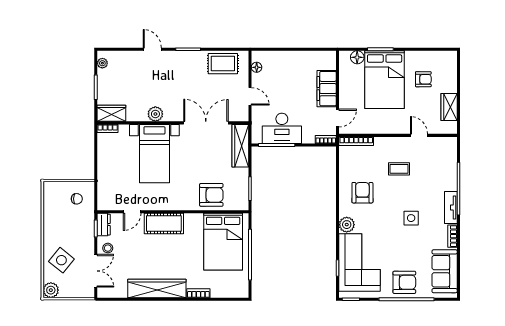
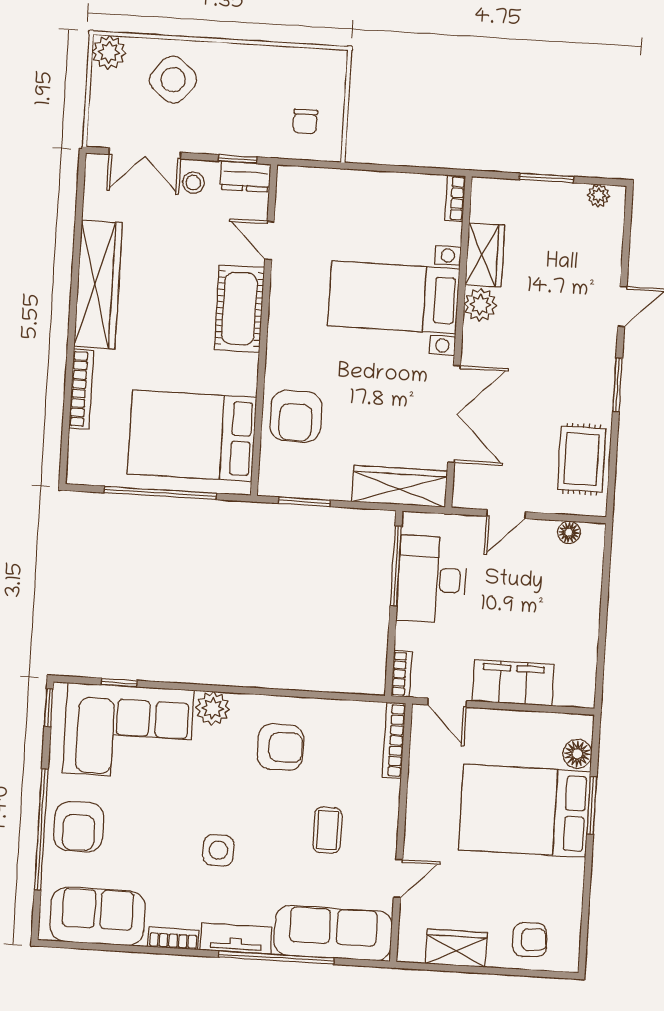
armchair: (423, 79) -> (530, 940), moved, turned -94
wardrobe: (111, 113) -> (485, 255), moved
sofa: (446, 164) -> (333, 933), added
bookcase: (198, 293) -> (81, 389), width x1.56

